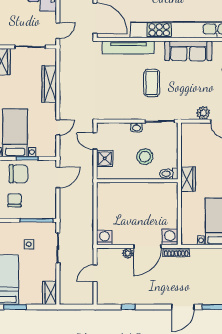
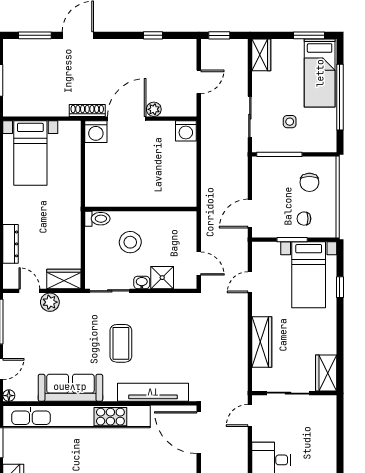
shower: (105, 158) -> (162, 278), moved
chair: (19, 174) -> (304, 219), width x0.54, depth x0.54
wardrobe: (188, 179) -> (64, 279), moved, turned 90
window: (80, 307) -> (219, 35), added

